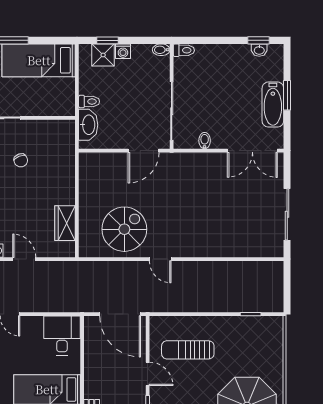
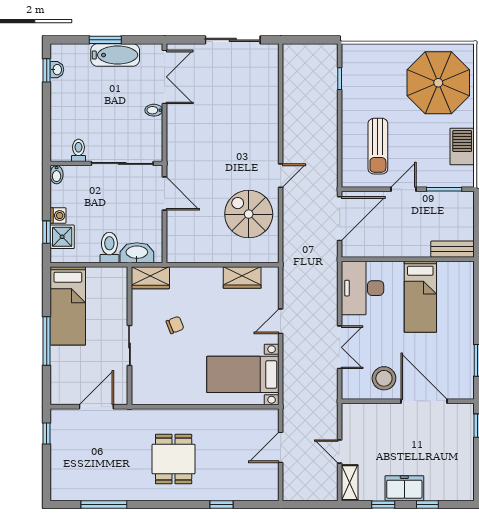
toilet: (184, 50) -> (78, 150), moved
toilet: (89, 101) -> (109, 248), width x1.37, depth x1.39
wardrobe: (65, 137) -> (150, 278), added
bidet: (205, 141) -> (154, 110), moved
desk: (62, 335) -> (362, 288), width x1.37

